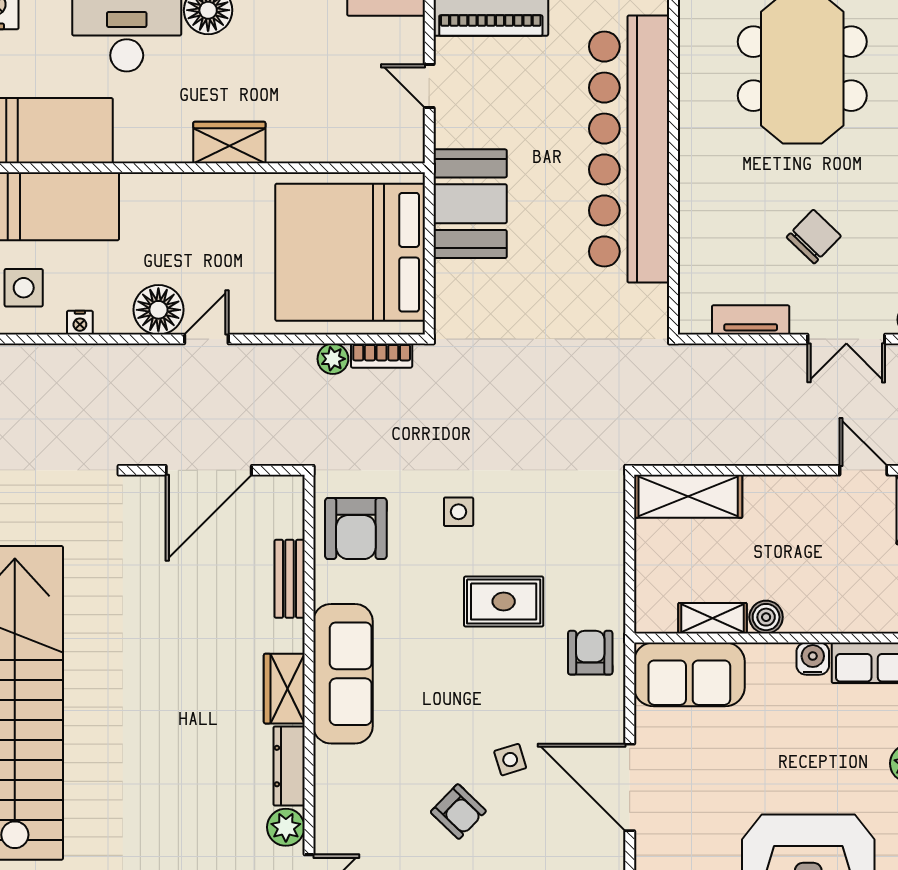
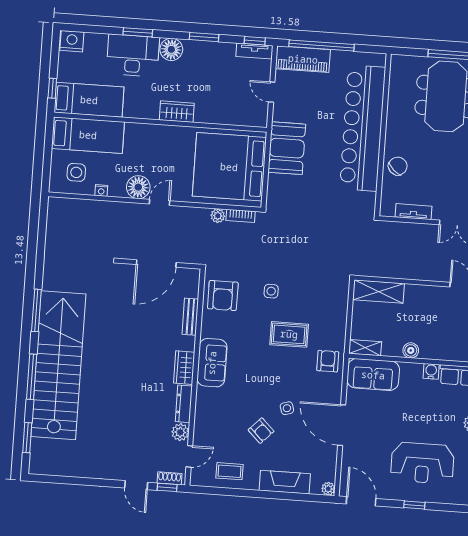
chair: (814, 237) -> (398, 166), moved
shelving: (713, 618) -> (365, 348), moved
sofa: (343, 674) -> (212, 363), width x0.73

